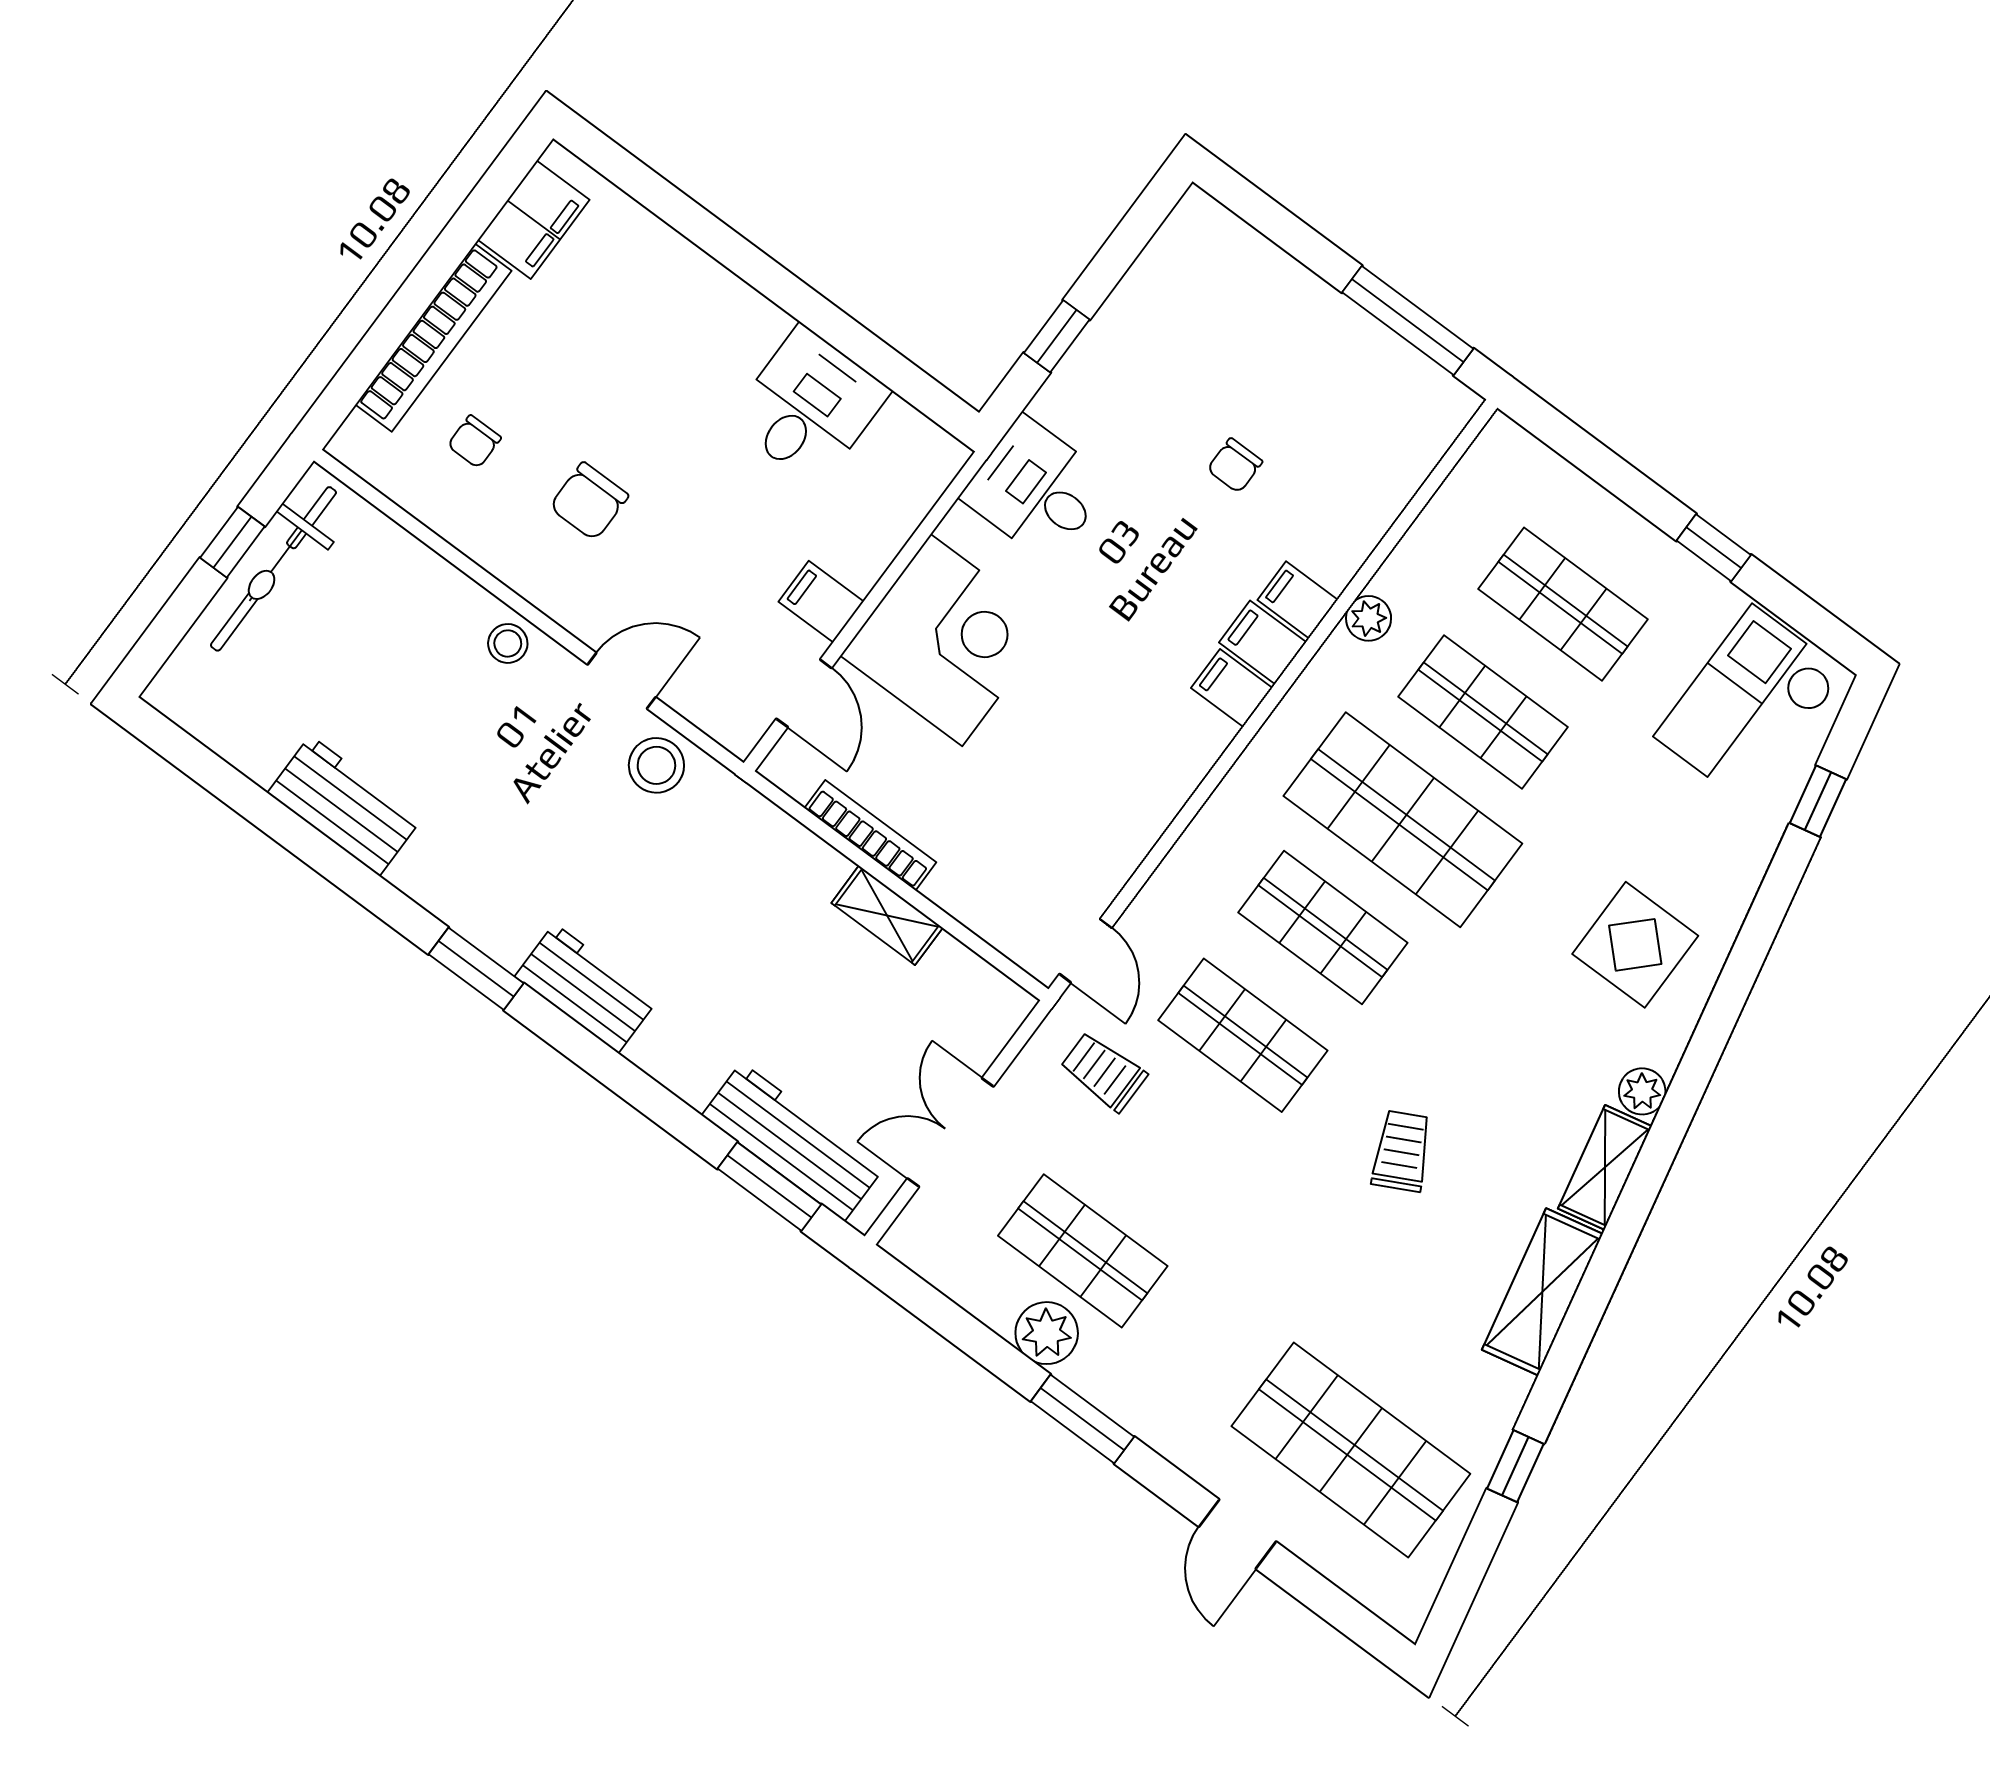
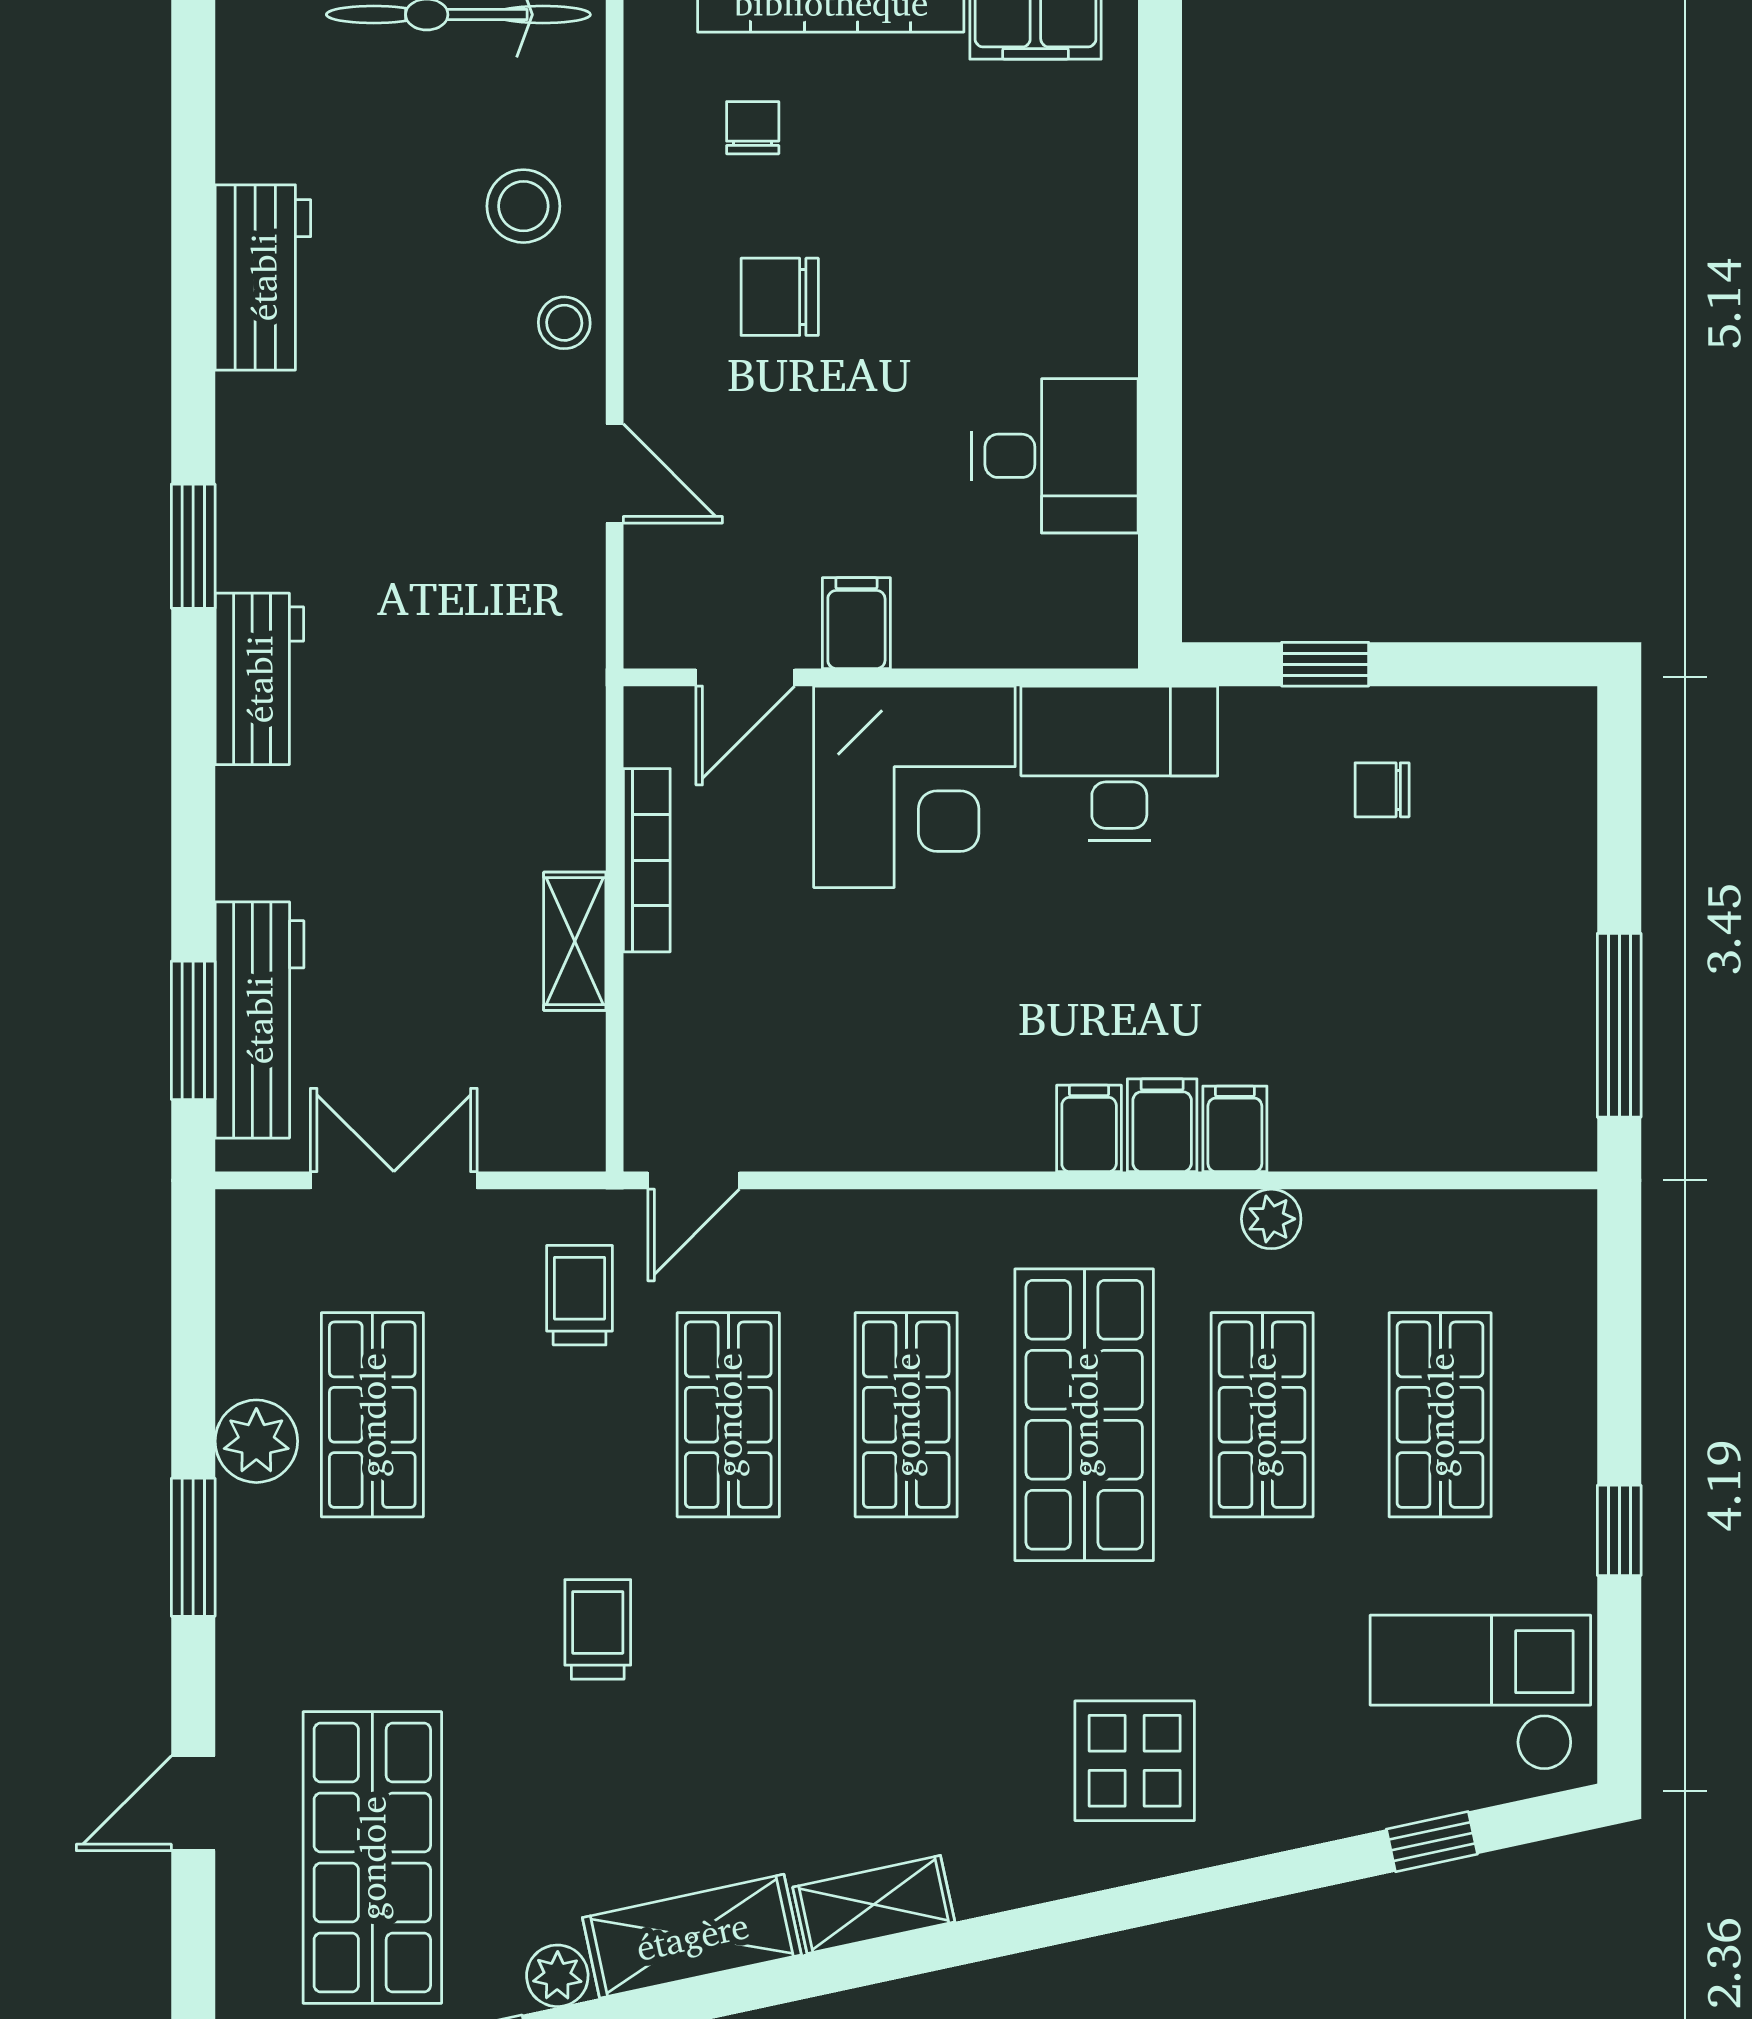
chair: (474, 442) -> (753, 128), turned 90
chair: (1235, 465) -> (1382, 790), moved
desk: (1036, 489) -> (1119, 763), width x1.37
stool: (656, 765) -> (523, 206), moved
plant: (1642, 1091) -> (557, 1976), moved
trolley: (1402, 1151) -> (598, 1629), moved, turned -63

